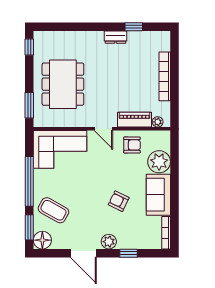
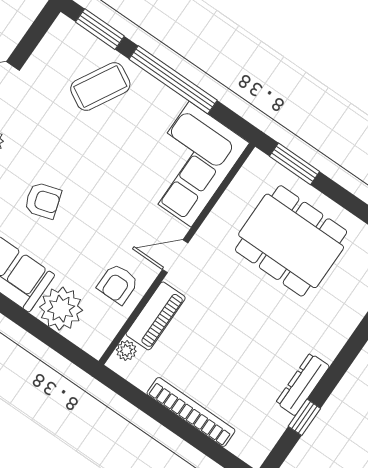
dresser: (116, 37) -> (303, 384), width x1.44
armchair: (119, 201) -> (43, 200), turned 47
floor lamp: (42, 240) -> (65, 36), removed

